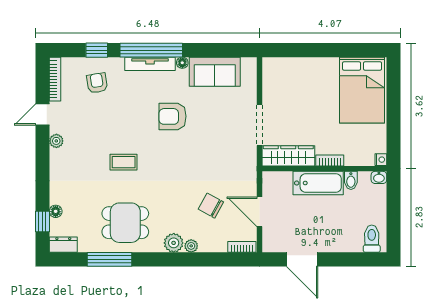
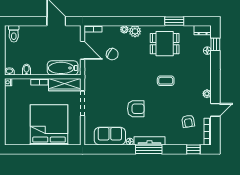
window: (97, 50) -> (193, 149), moved
window: (151, 50) -> (149, 149), width x0.68
armchair: (97, 83) -> (188, 121), moved
bed: (362, 90) -> (49, 125), moved, width x1.36
bathtub: (318, 183) -> (63, 68), moved
window: (109, 259) -> (174, 21), width x0.69

